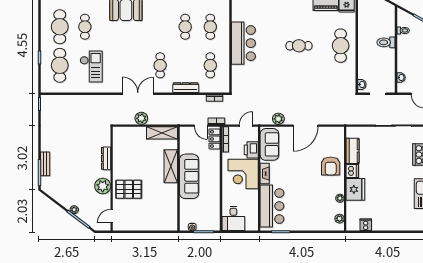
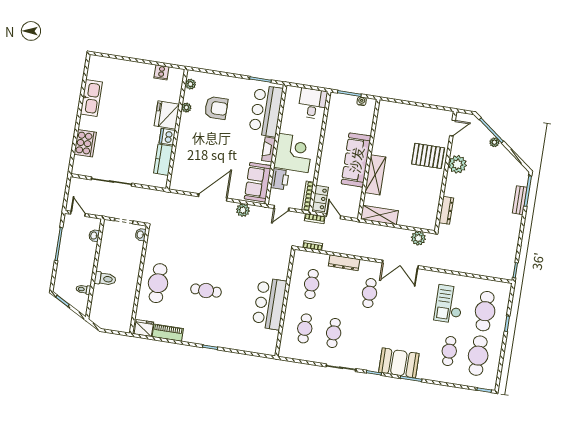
plant: (141, 118) -> (418, 238), moved
dresser: (106, 158) -> (446, 210), moved
armchair: (331, 166) -> (216, 108), moved, turned 90

